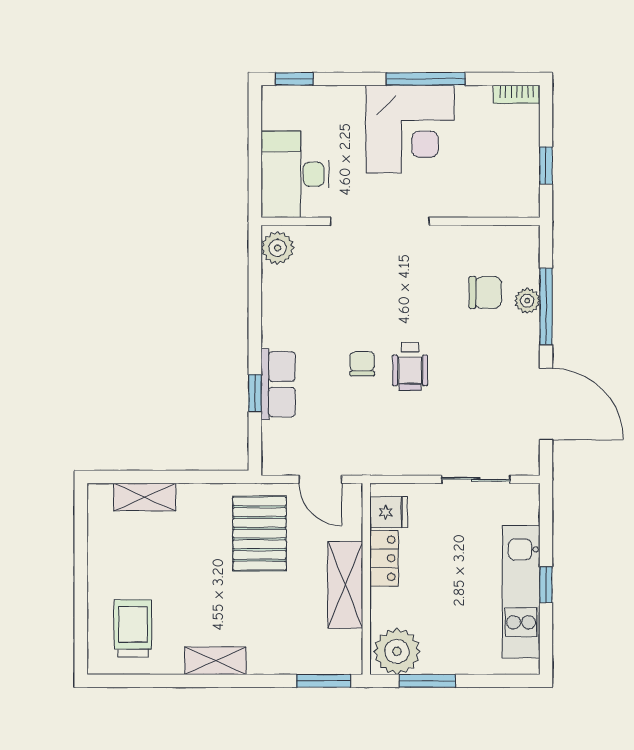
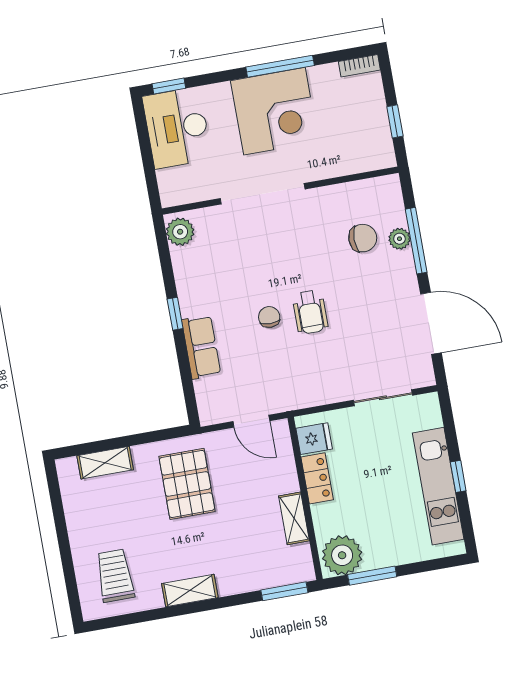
desk: (295, 174) -> (177, 128), moved
window: (255, 393) -> (175, 314), moved
pallet: (260, 534) -> (187, 484), moved
shelving: (345, 585) -> (294, 518), width x0.67, depth x0.75

